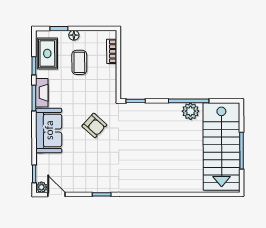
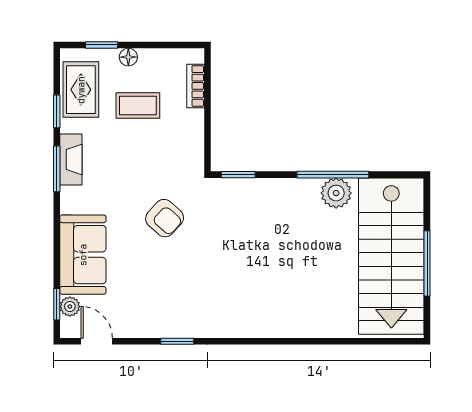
coffee table: (79, 62) -> (138, 106), turned 90
sofa: (49, 130) -> (83, 255), moved
plant: (41, 187) -> (70, 307), moved

